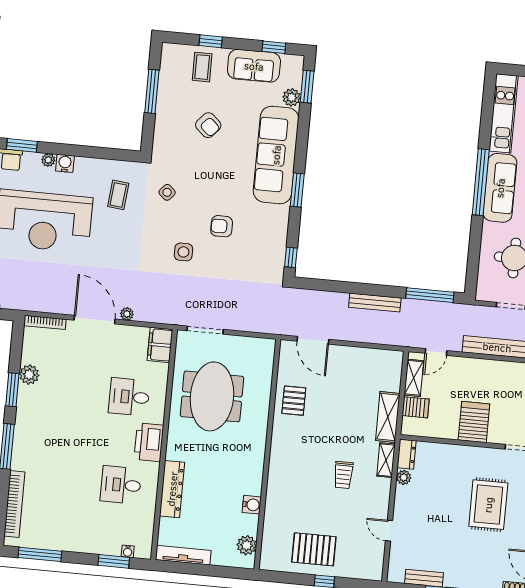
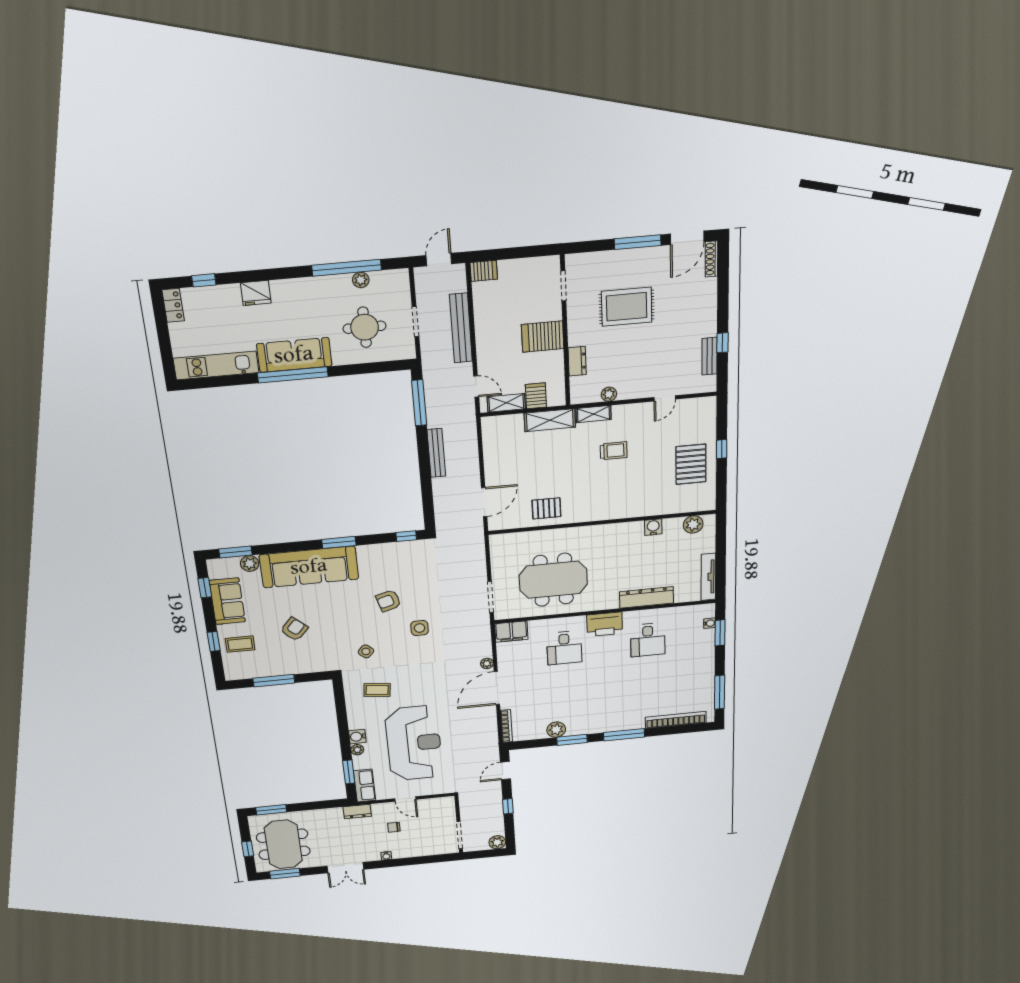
armchair: (222, 226) -> (388, 601), turned 74
dresser: (407, 454) -> (577, 361), moved, turned 90

